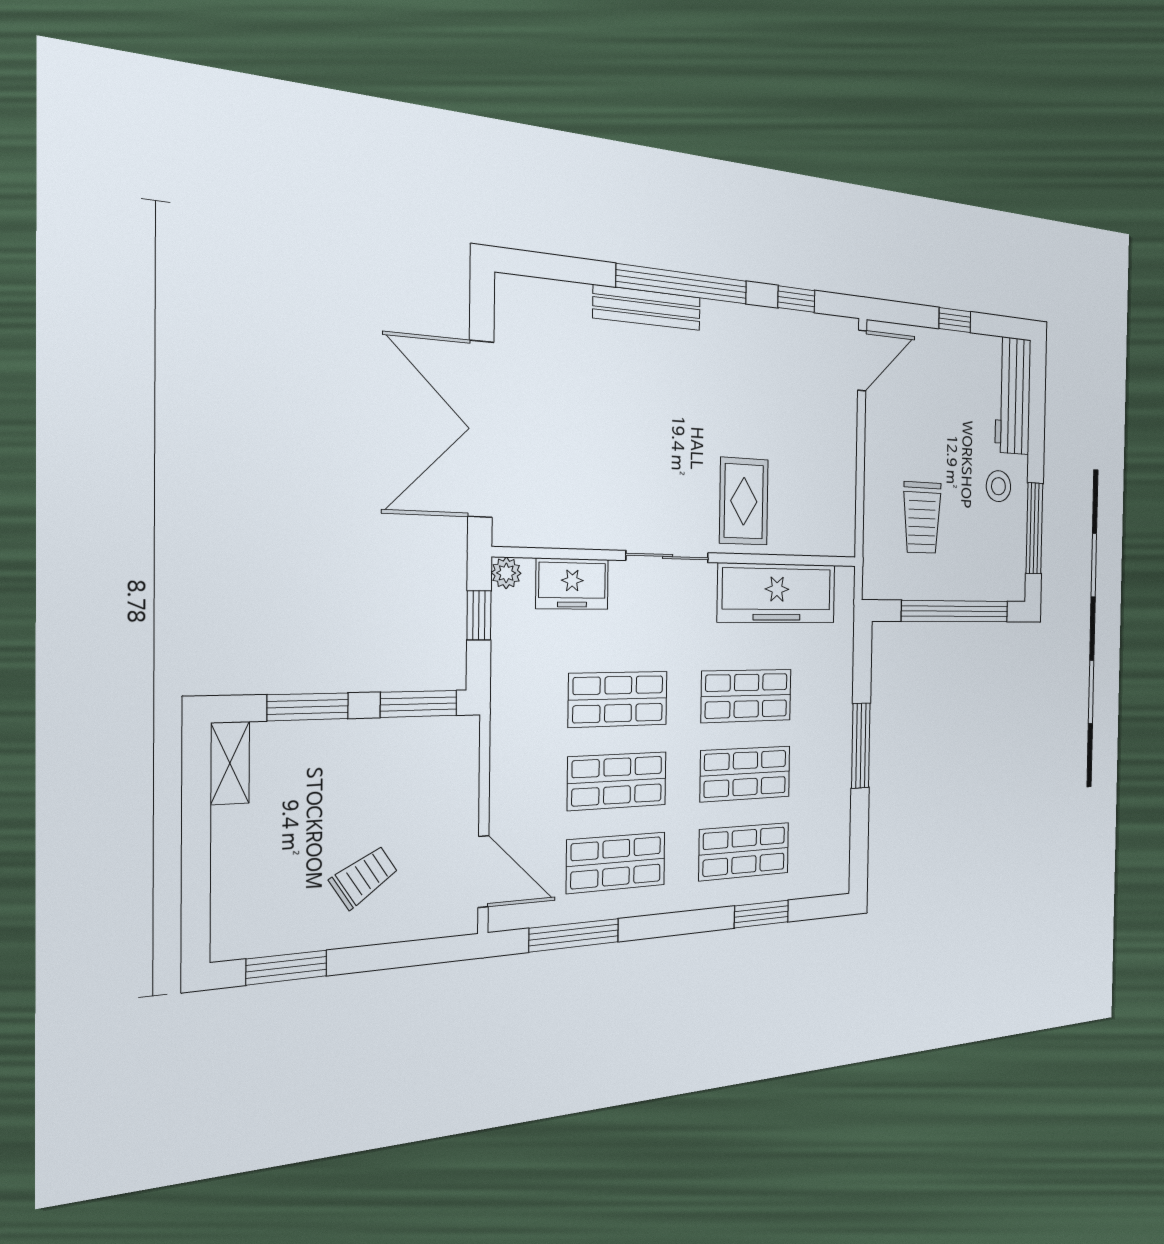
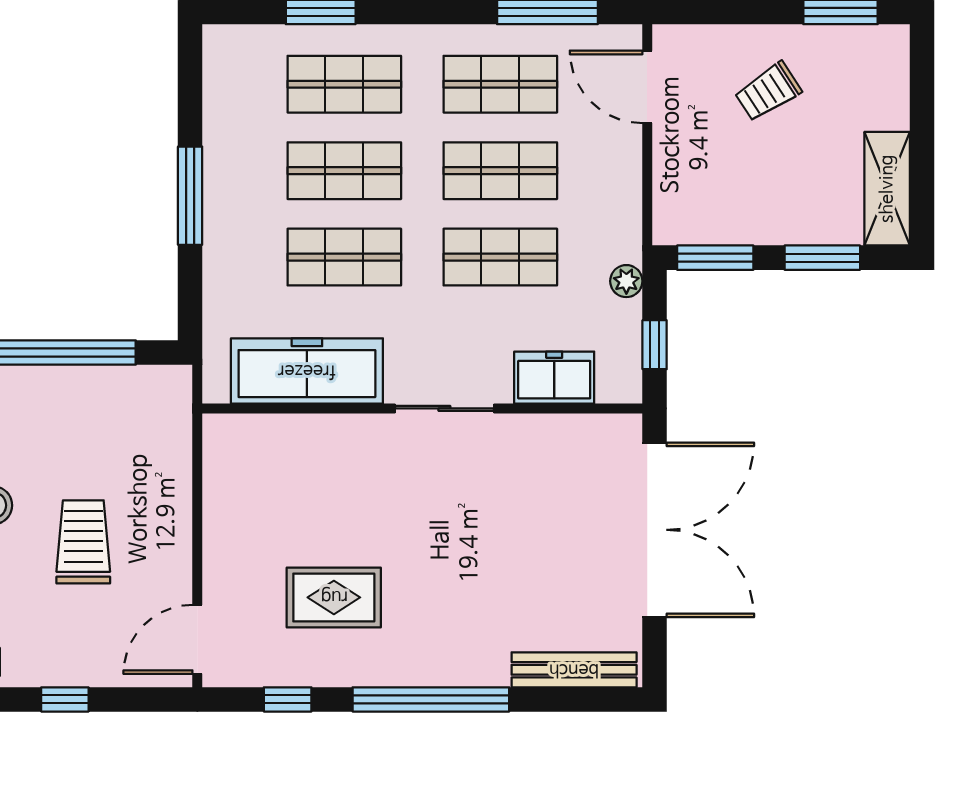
bench: (647, 308) -> (574, 670), moved
rug: (744, 501) -> (334, 597), moved, turned 90
trolley: (922, 518) -> (83, 542), moved
plant: (506, 573) -> (626, 281), moved
shelving: (230, 763) -> (887, 189), width x1.50, depth x1.33

